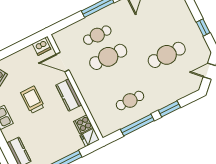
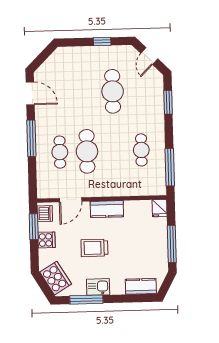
window: (27, 42) -> (34, 227), added
window: (169, 109) -> (168, 102), moved
cooker: (83, 124) -> (47, 240), moved, turned -90
window: (137, 125) -> (170, 167), moved

